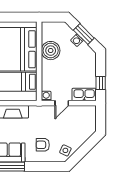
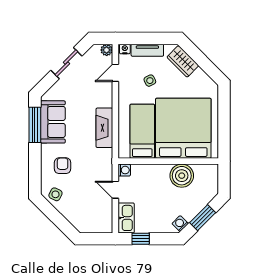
washing machine: (77, 40) -> (180, 224), moved

